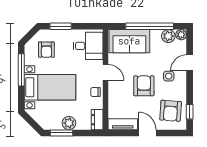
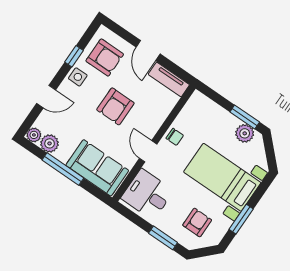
window: (150, 26) -> (63, 169), width x0.68
window: (21, 70) -> (241, 219), width x0.69
side table: (169, 76) -> (78, 77), moved
armchair: (171, 111) -> (105, 58), turned 86
window: (190, 112) -> (74, 56), moved
dresser: (97, 120) -> (194, 104), removed
plant: (69, 123) -> (245, 133), moved

